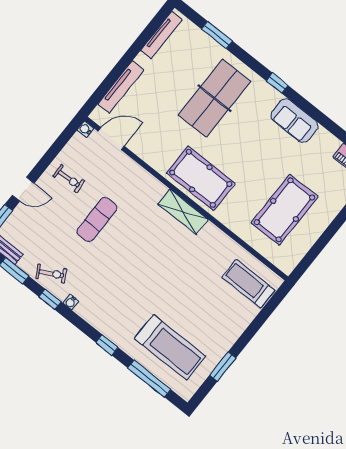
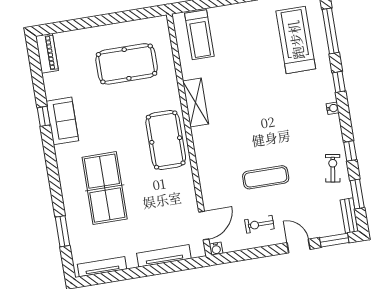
window: (277, 83) -> (44, 116), moved
table tennis table: (214, 98) -> (105, 188), turned 90
door: (111, 139) -> (204, 226), swing flipped
exercise bike: (69, 179) -> (259, 224), turned -87
shelving: (183, 212) -> (196, 102), moved
exercise bike: (51, 274) -> (333, 168), turned 38
water cooler: (71, 302) -> (333, 108), moved

